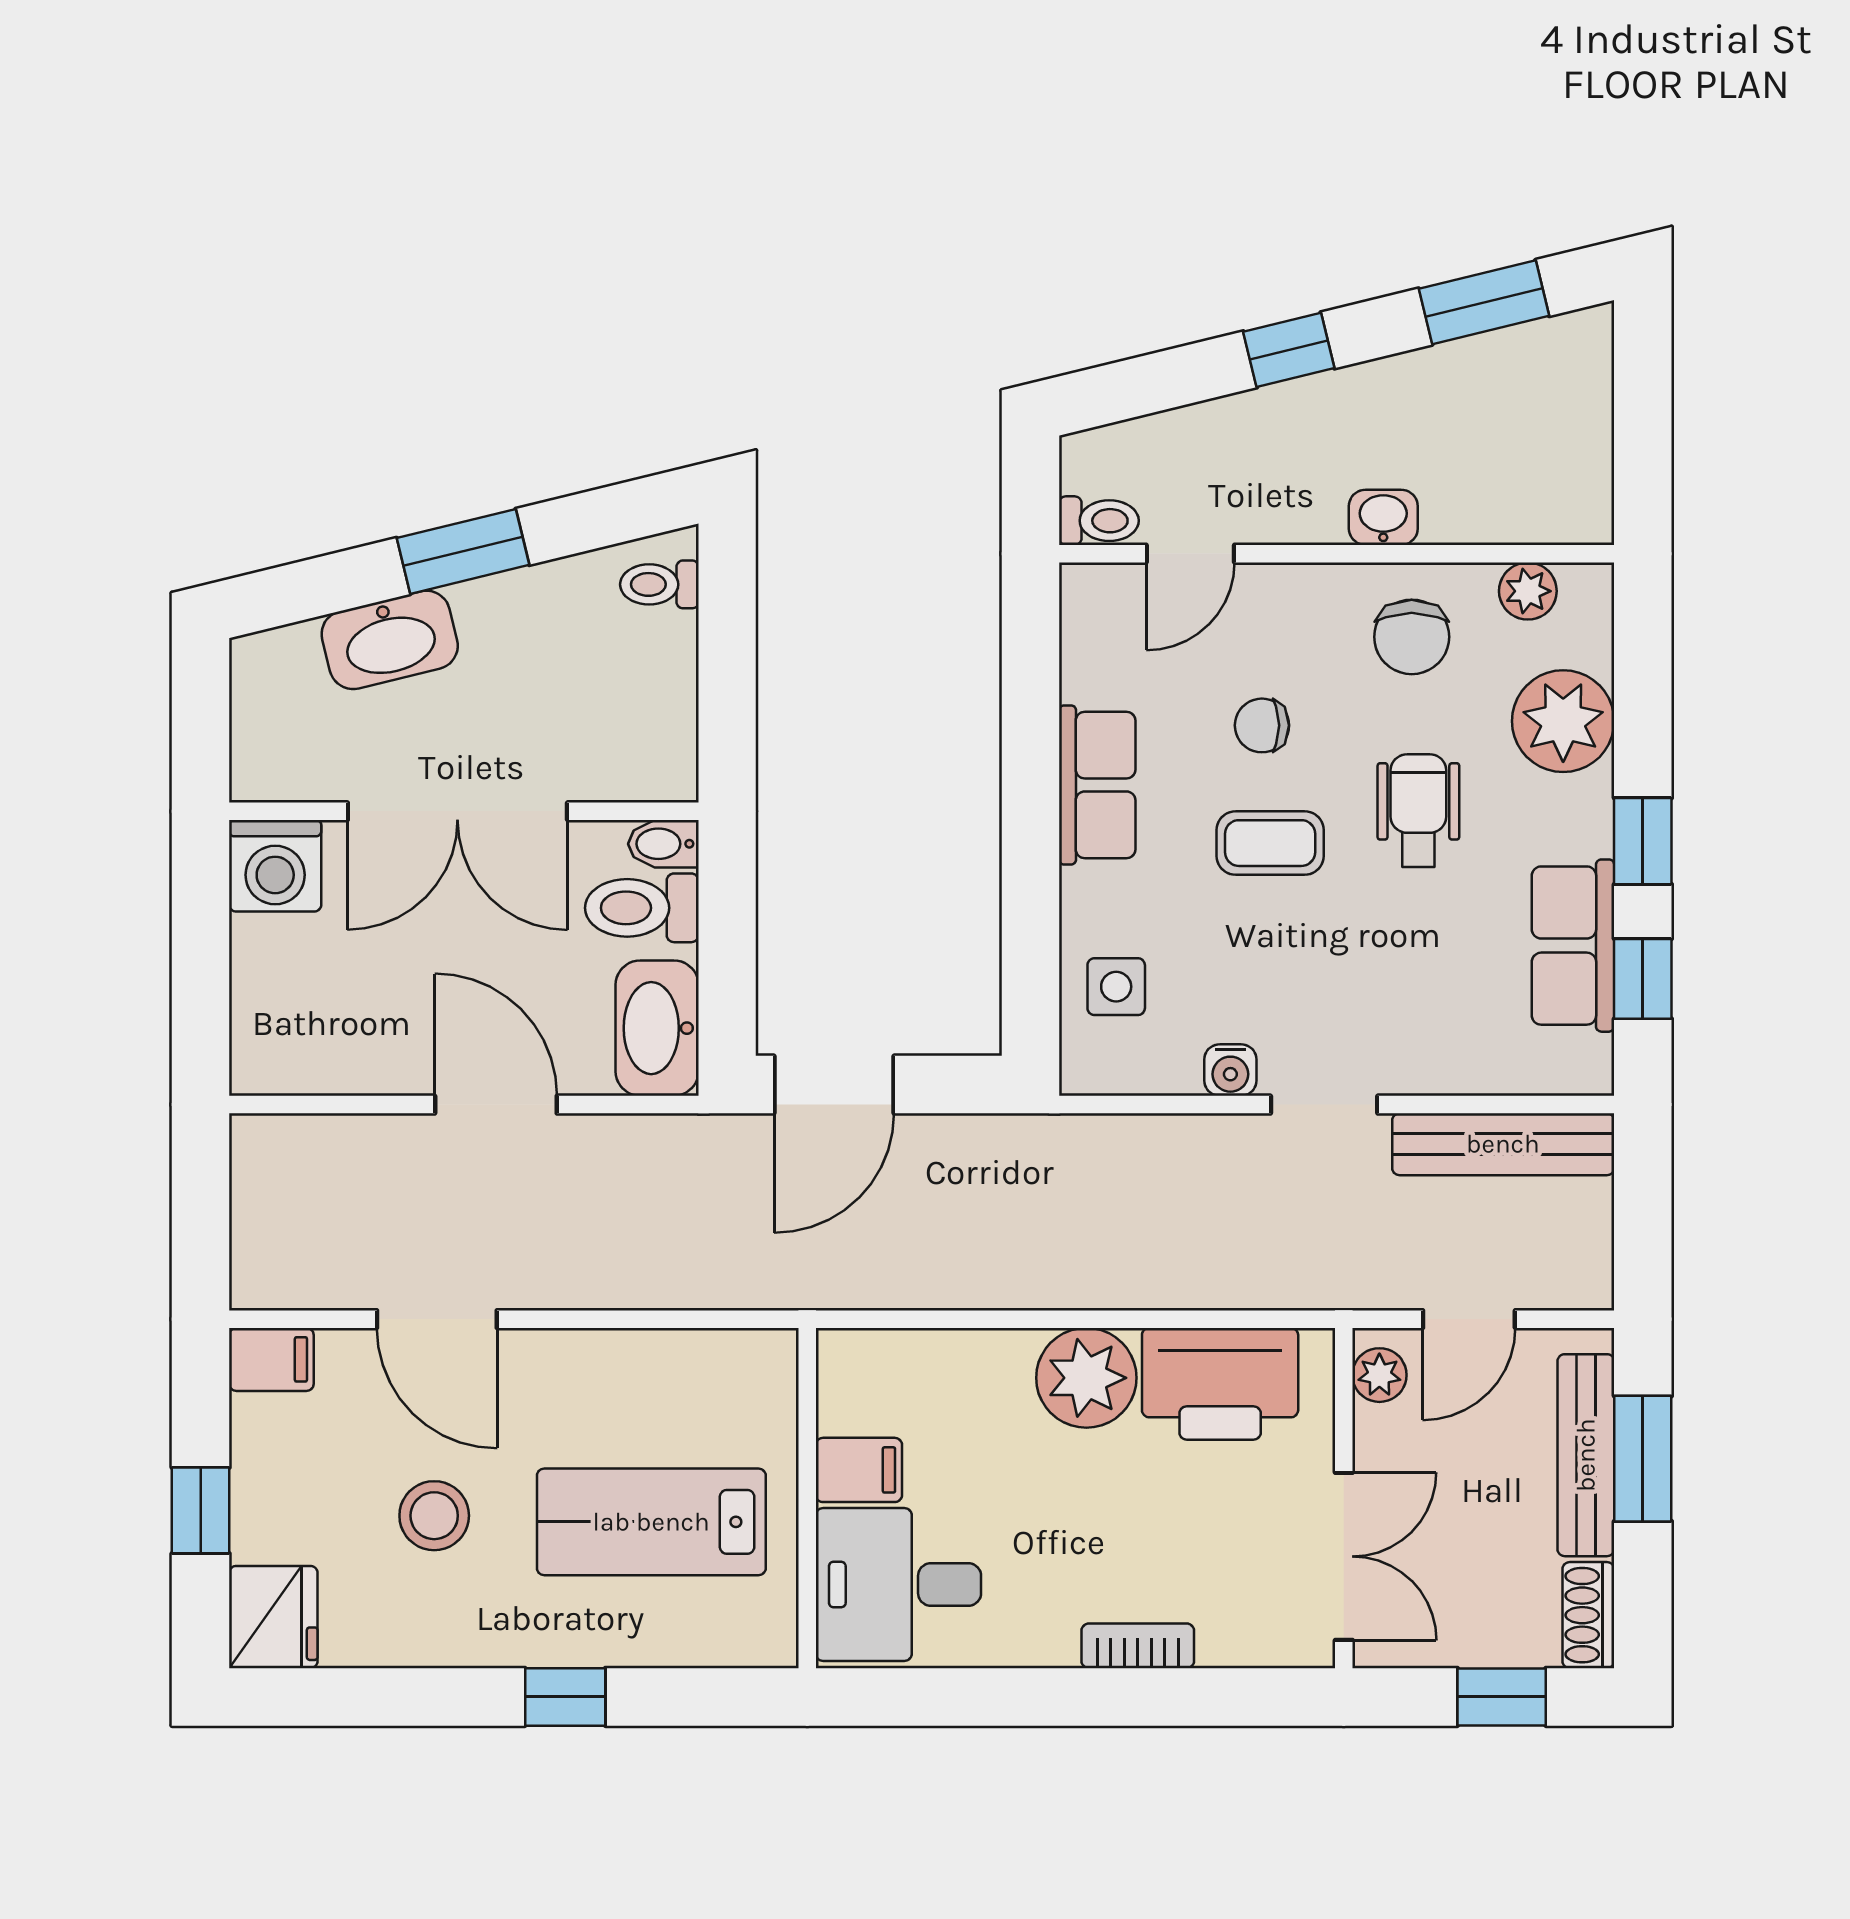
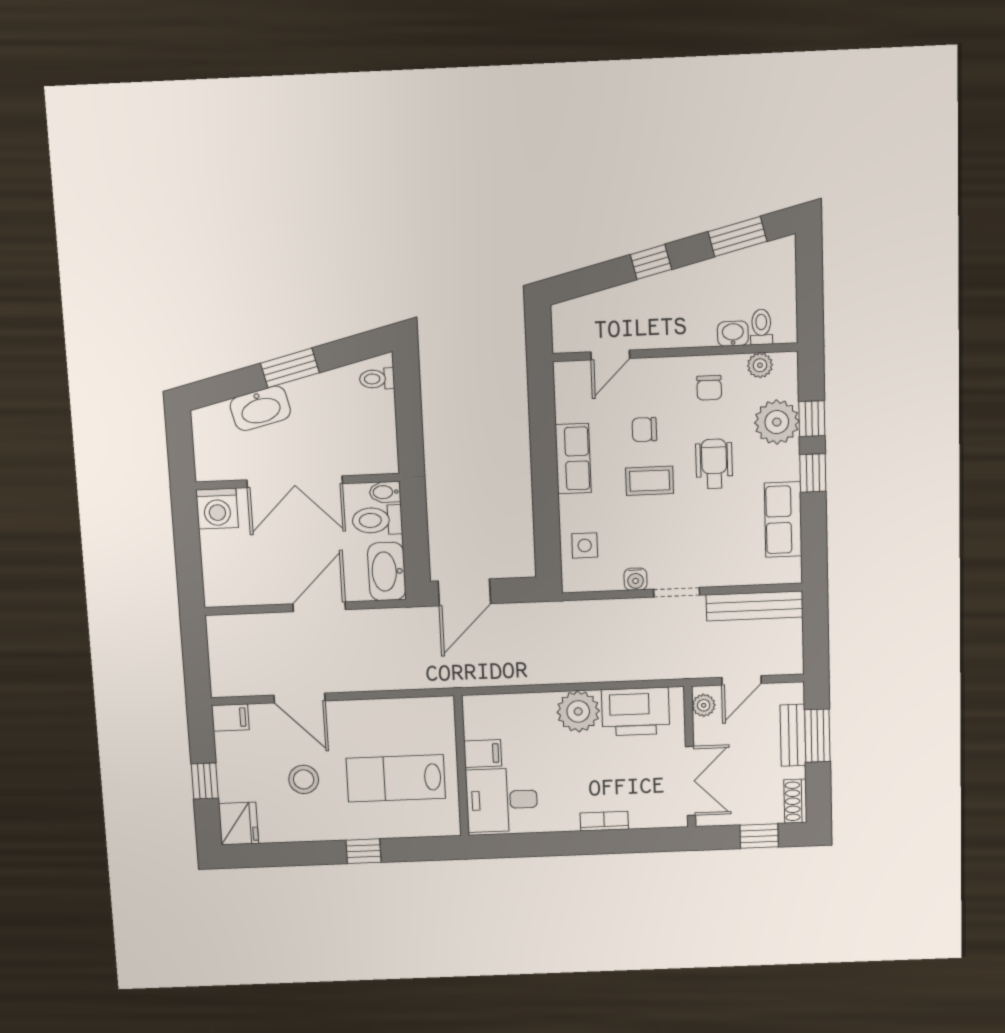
washbasin: (1383, 517) -> (733, 334), moved
toilet: (1099, 521) -> (761, 327), moved, turned -90
chair: (1412, 637) -> (709, 388), width x0.73, depth x0.73
window: (1643, 979) -> (812, 419), moved
door: (496, 1105) -> (319, 607), hinge flipped
bench: (1586, 1455) -> (793, 735), width x0.73

